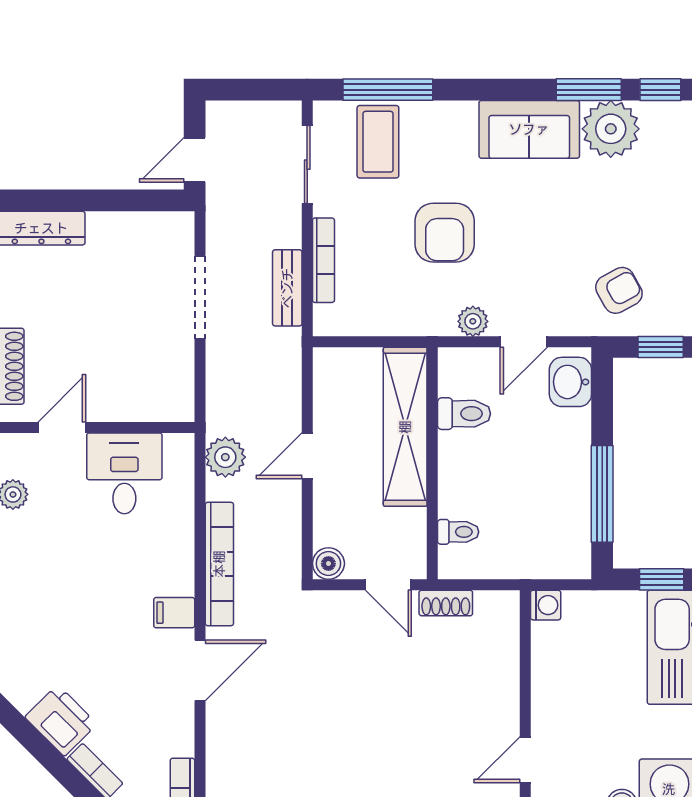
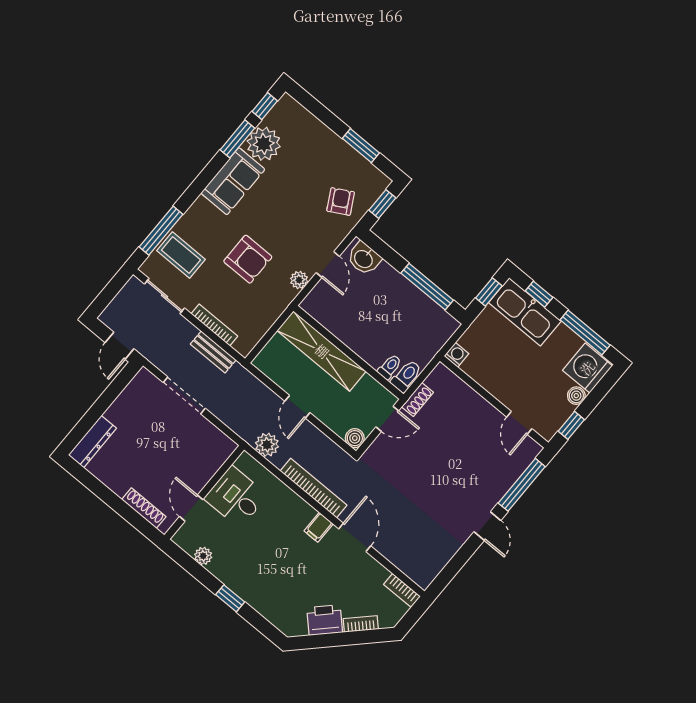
toilet: (464, 414) -> (406, 376), moved

